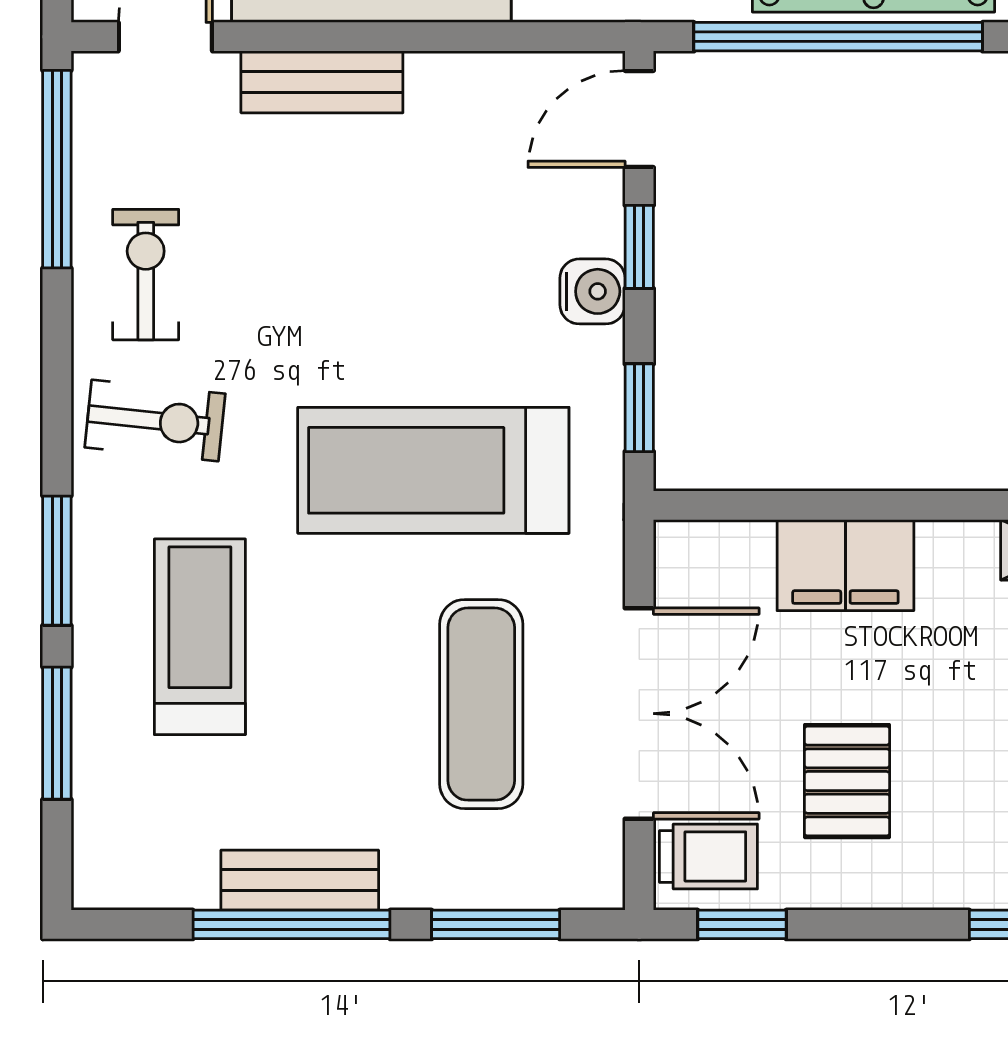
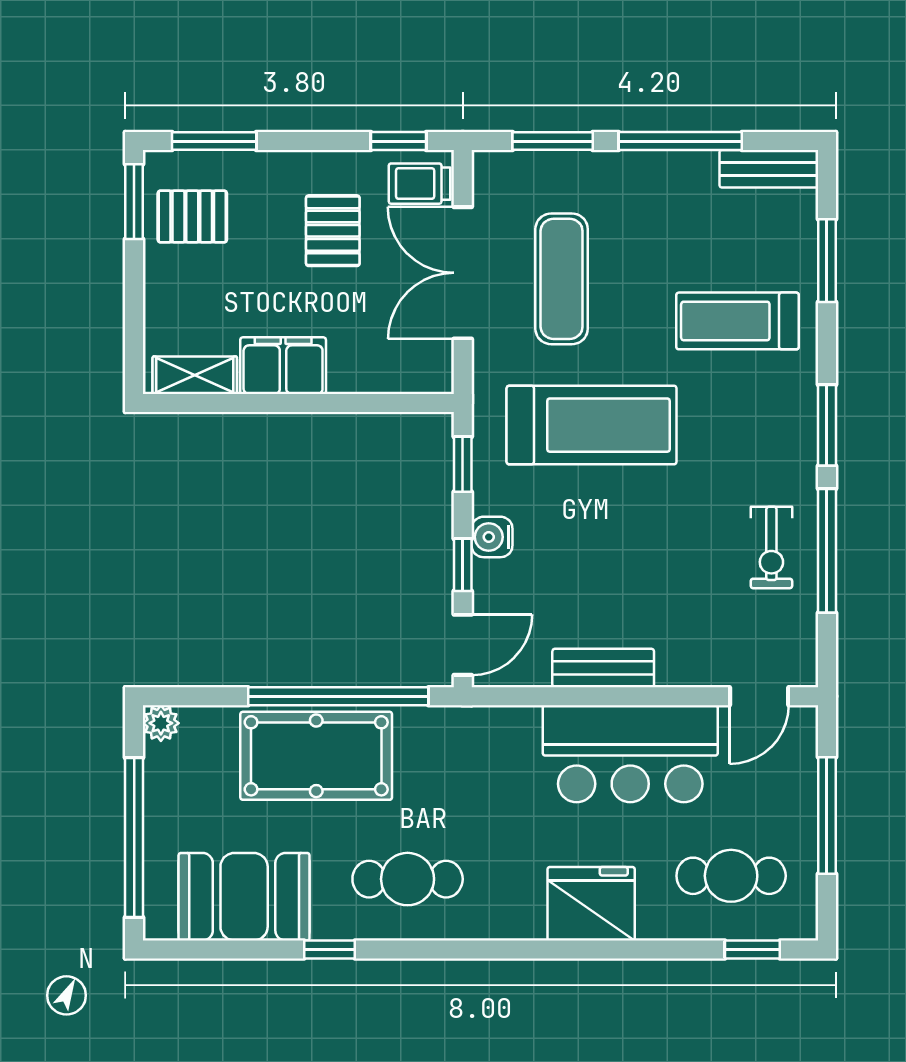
bench: (322, 82) -> (603, 668), moved
window: (57, 169) -> (827, 551), moved
exercise bike: (155, 421) -> (766, 456), removed
window: (57, 561) -> (827, 425), moved
filing cabinet: (845, 565) -> (283, 366), moved
treadmill: (200, 637) -> (738, 321), turned 90
bench: (300, 880) -> (769, 169), moved

